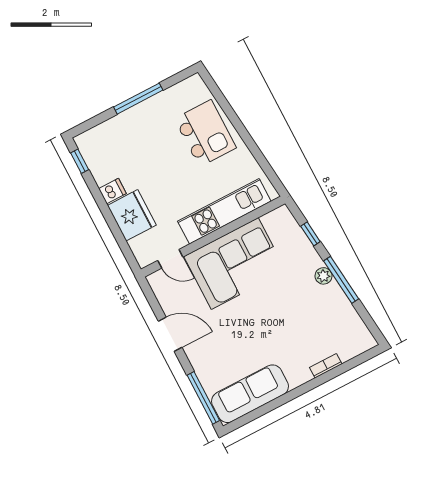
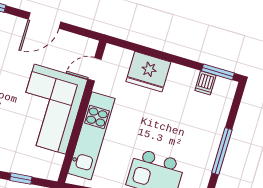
window: (80, 161) -> (218, 72), width x1.50
dishwasher: (112, 191) -> (205, 83), moved

